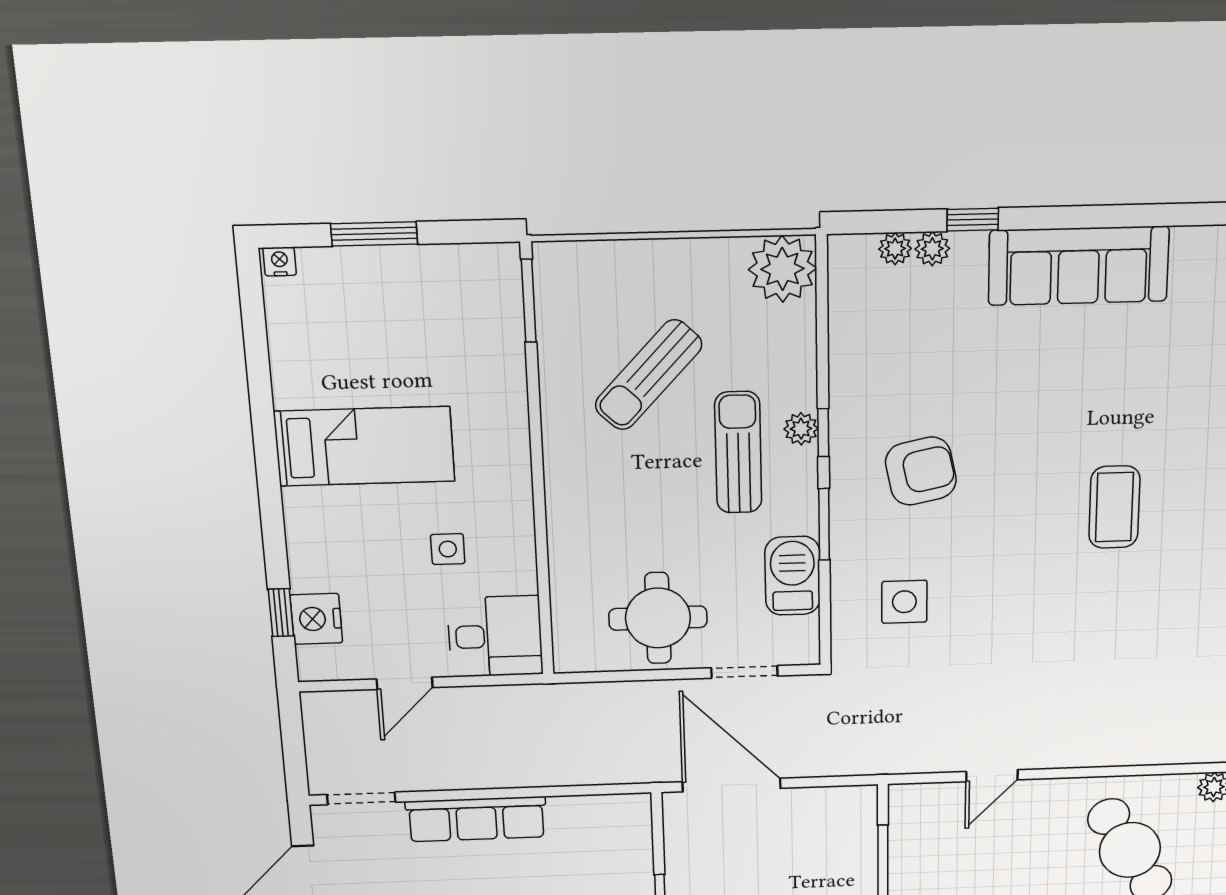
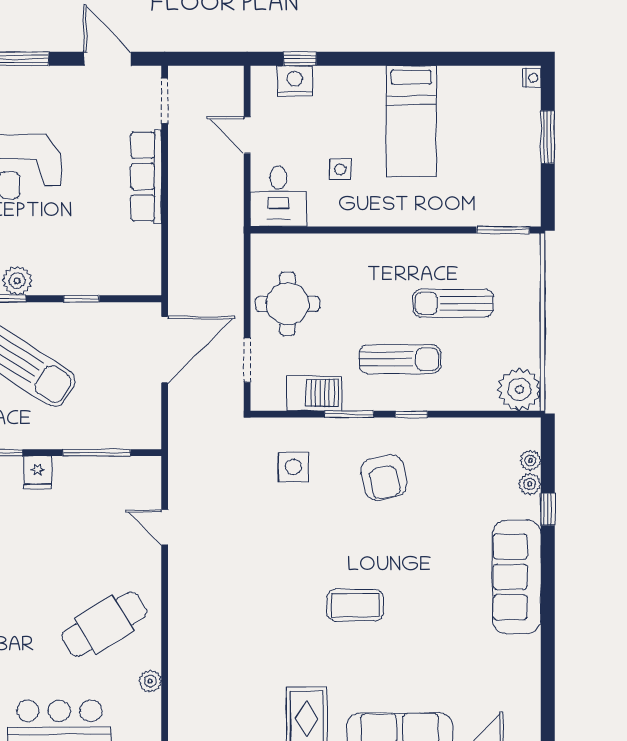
sun lounger: (648, 375) -> (453, 303), turned -43
plant: (801, 429) -> (415, 400), removed

